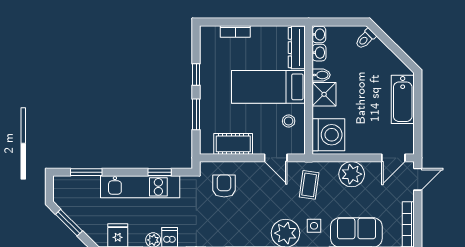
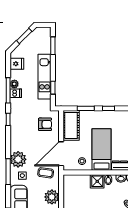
washing machine: (328, 135) -> (74, 184), removed
cot: (233, 144) -> (71, 125), width x1.37, depth x1.34
door: (276, 158) -> (61, 154), width x1.88

